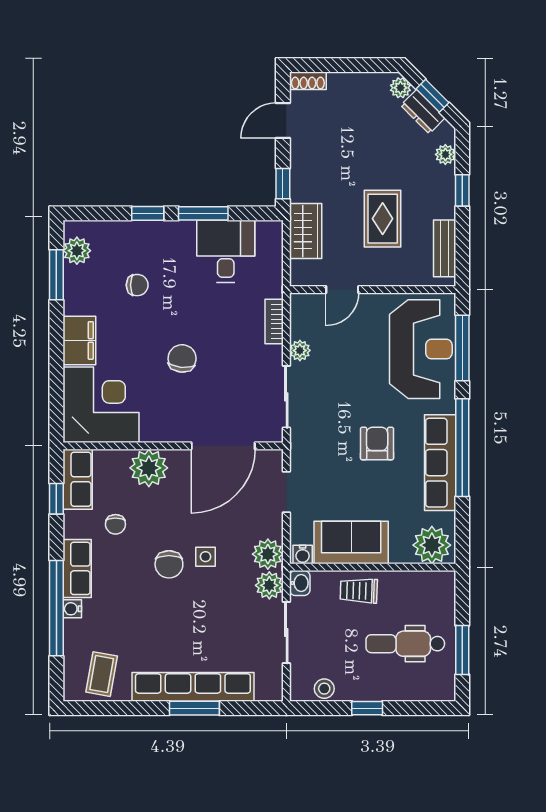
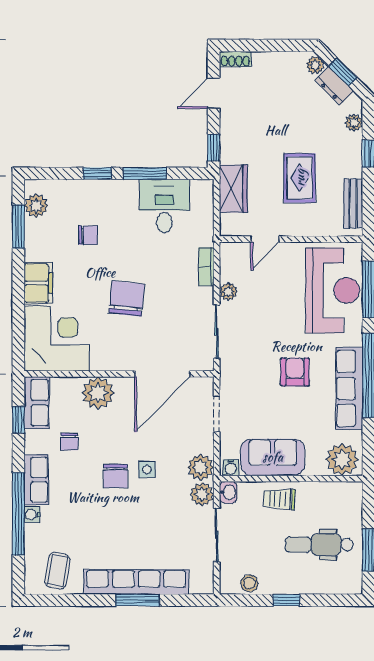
chair: (182, 358) -> (127, 299), width x1.37, depth x1.37

